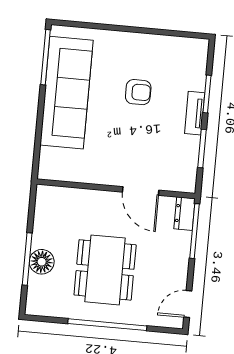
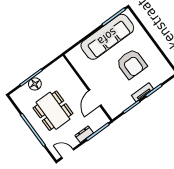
armchair: (138, 92) -> (132, 64), width x1.88, depth x1.88
dresser: (185, 214) -> (84, 134), moved
dining table: (105, 270) -> (53, 111), turned 90

